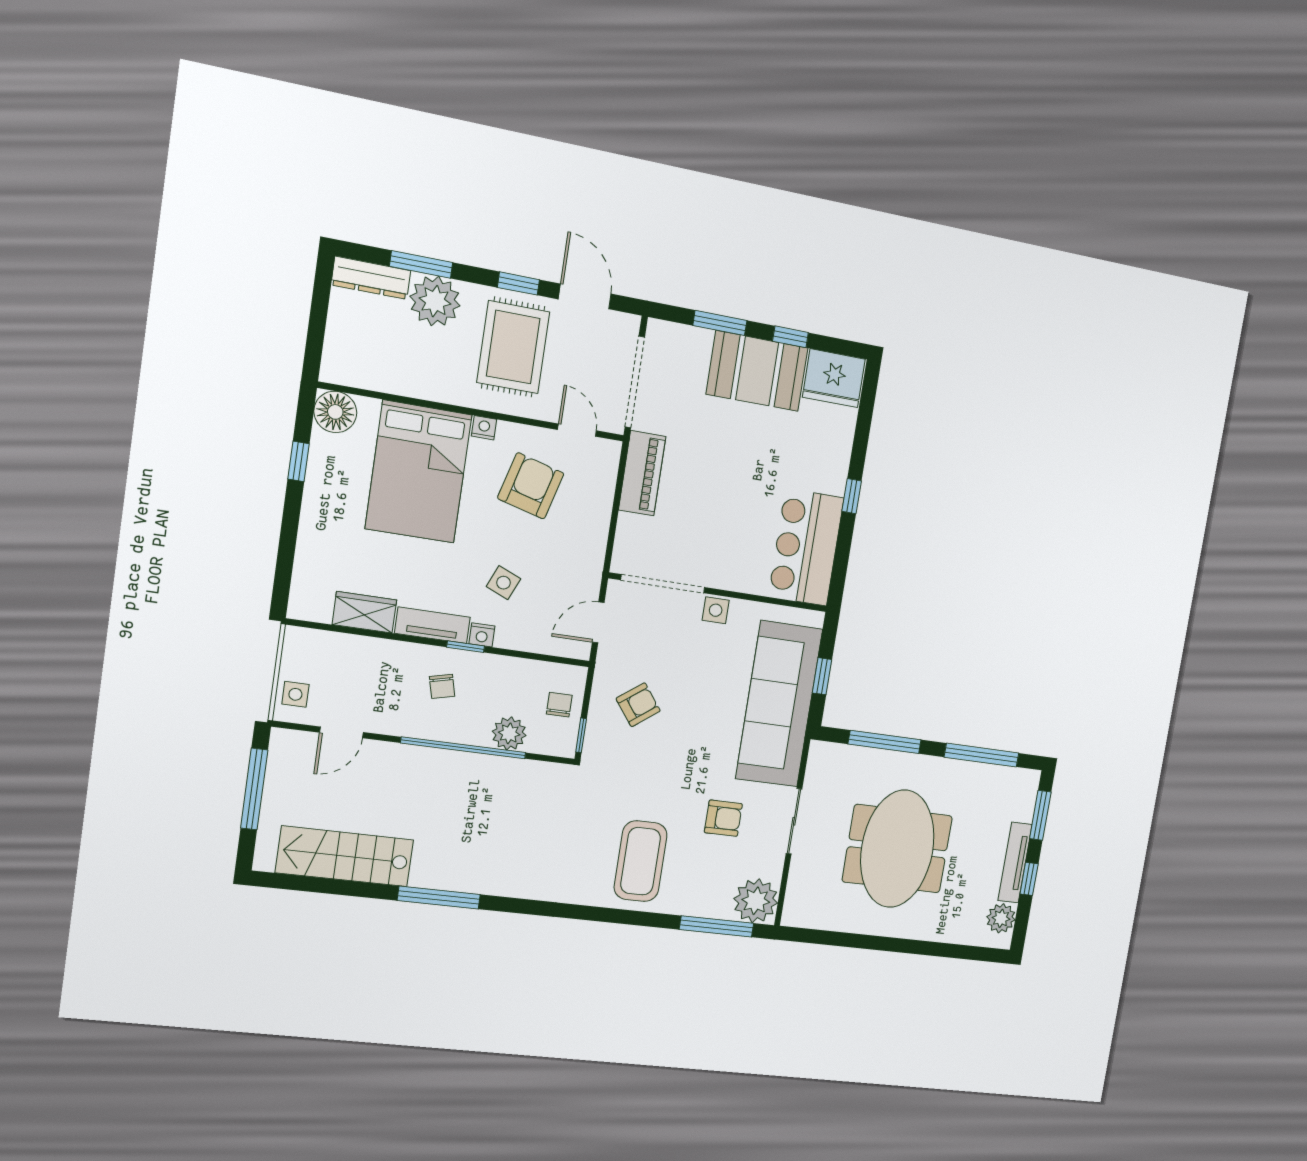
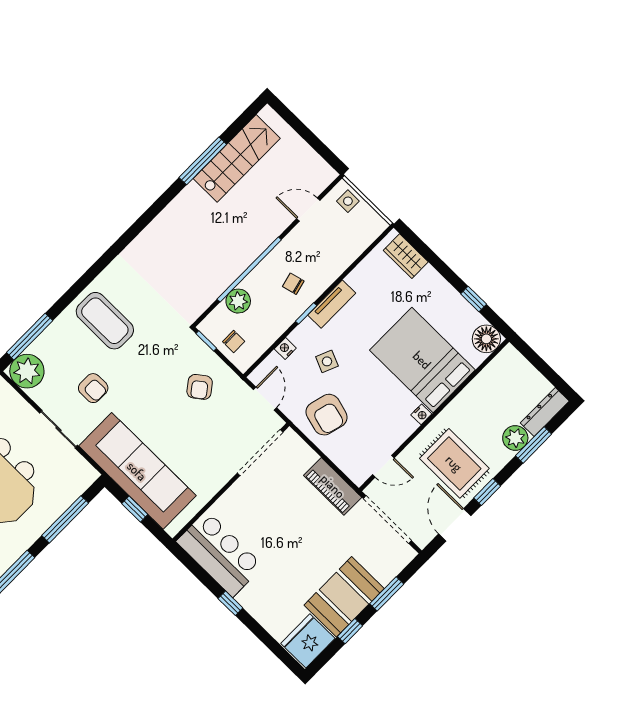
door: (585, 296) -> (455, 525), swing flipped
plant: (435, 301) -> (515, 438), width x0.73, depth x0.73
armchair: (531, 486) -> (327, 415), moved
side table: (716, 610) -> (222, 473), removed
wardrobe: (364, 612) -> (406, 256), moved, turned 90
nightstand: (482, 635) -> (285, 349), moved
door: (341, 732) -> (308, 210), hinge flipped
window: (254, 789) -> (312, 139), removed
armchair: (723, 818) -> (93, 388), turned -90
window: (439, 898) -> (203, 161), moved

